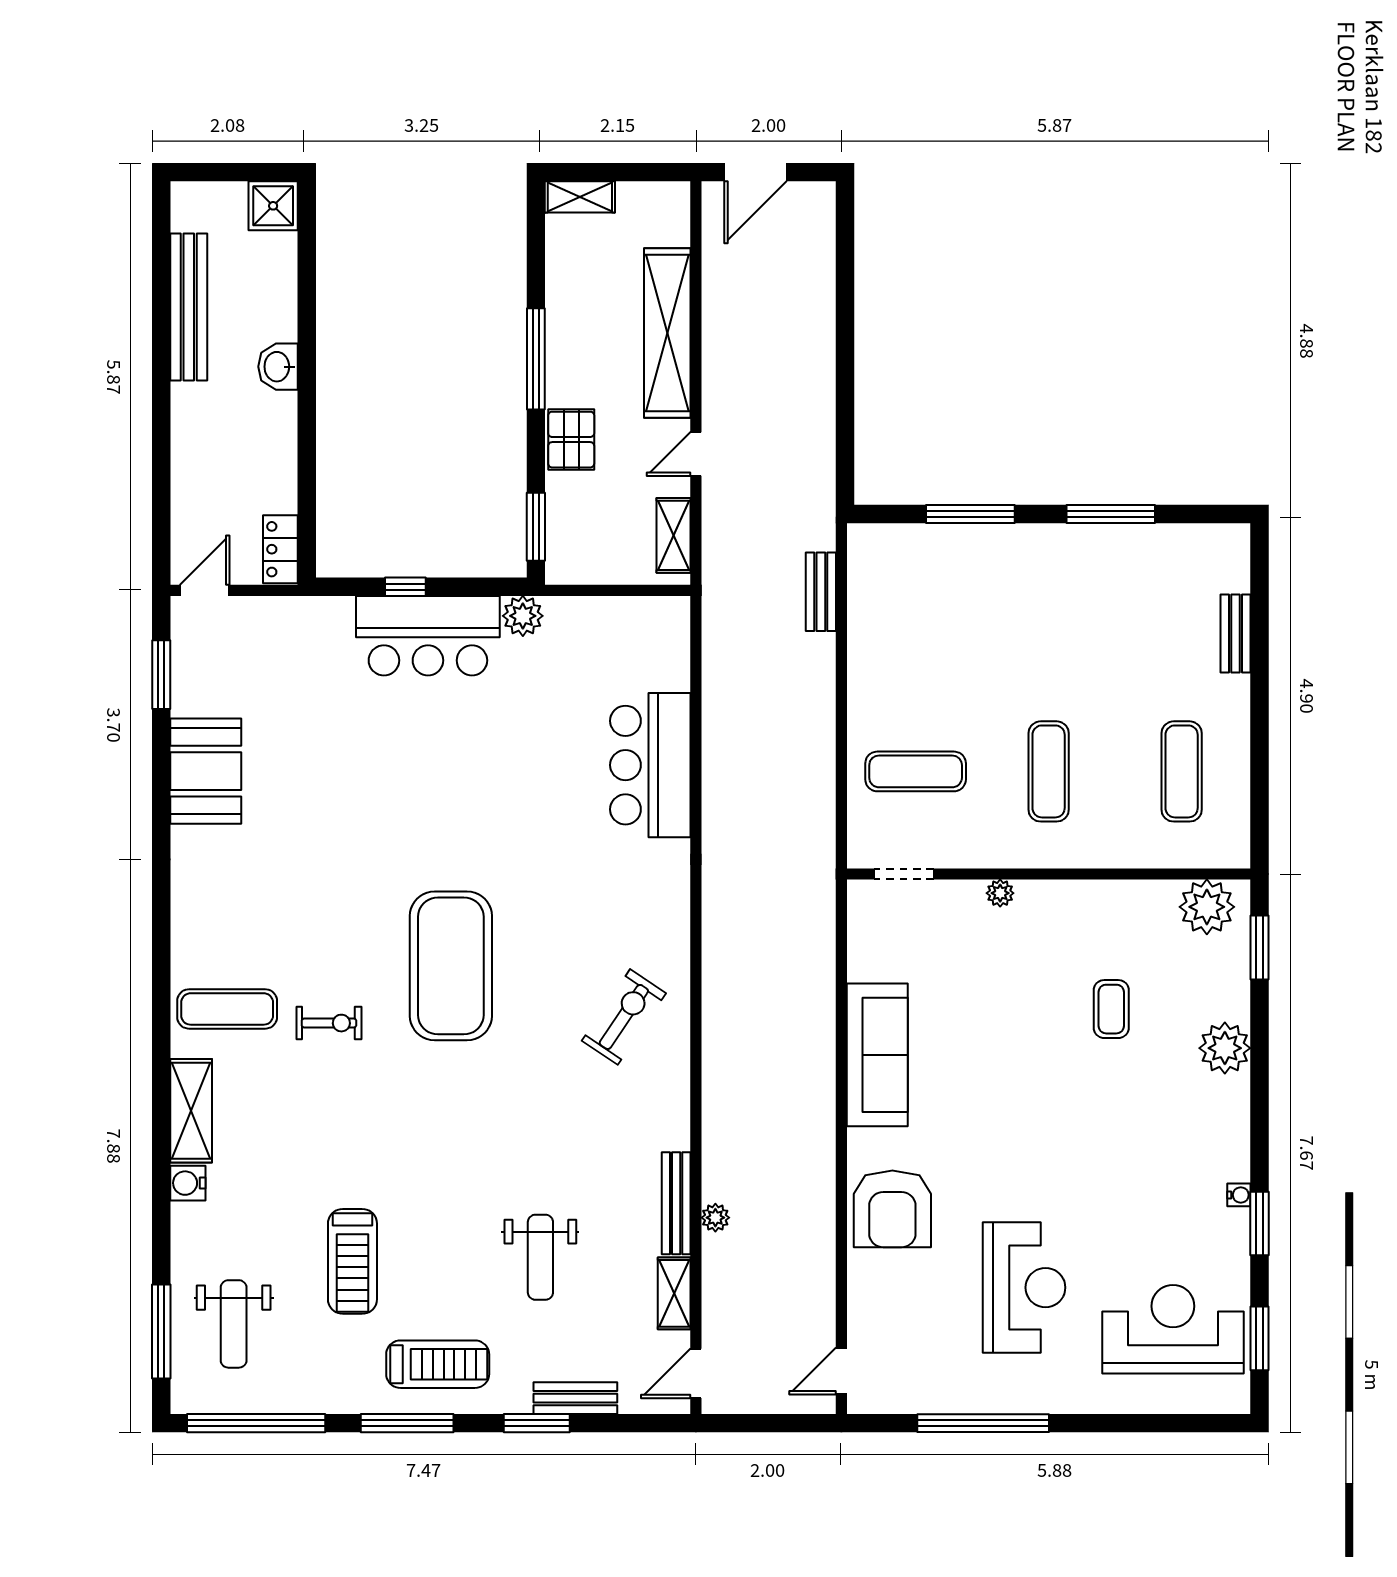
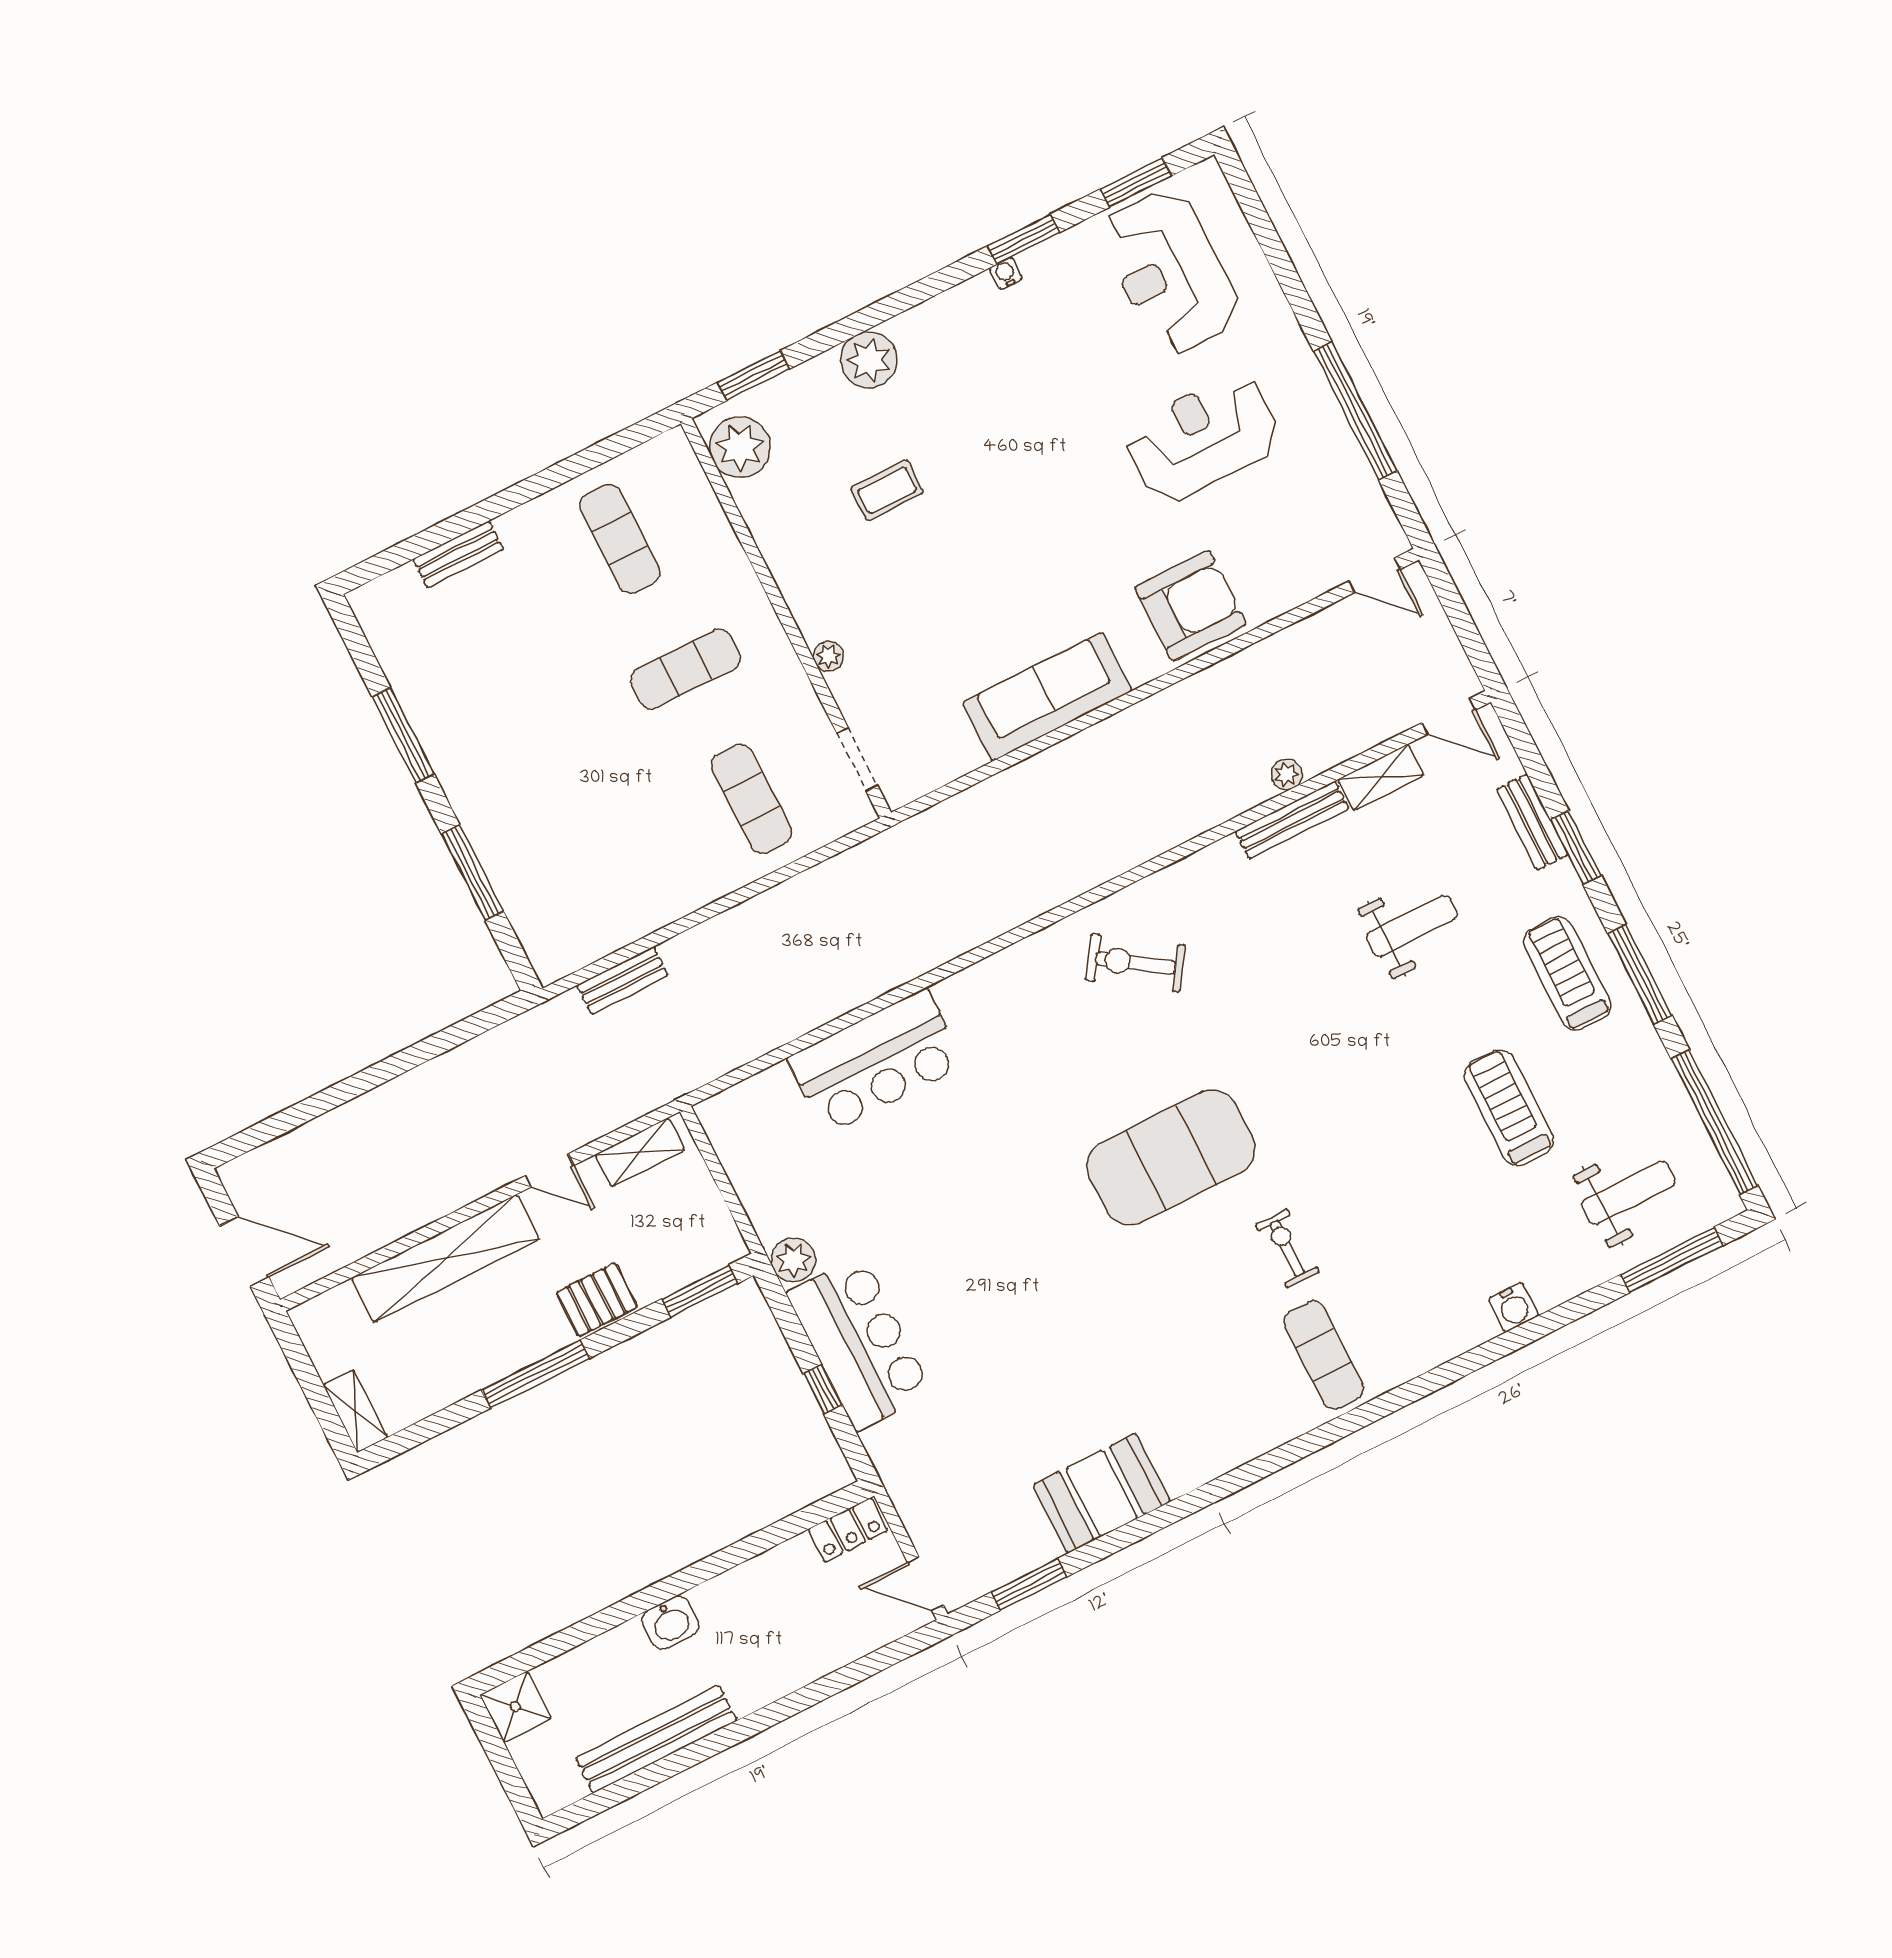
exercise mat: (1182, 771) -> (620, 539), turned 90
shelving: (191, 1111) -> (1441, 1340), removed
treadmill: (352, 1261) -> (1509, 1108), turned -90

